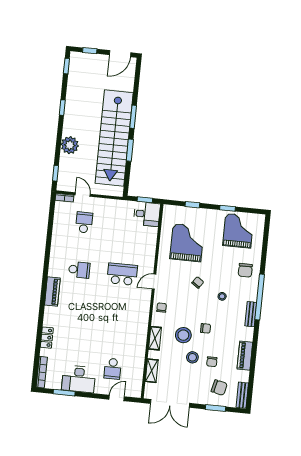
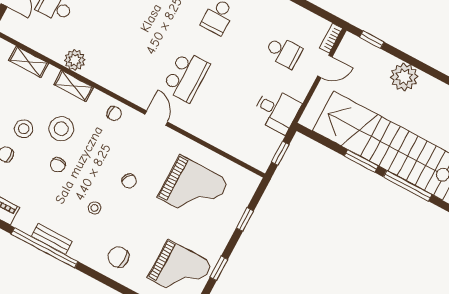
window: (133, 117) -> (408, 186), width x1.44
desk: (147, 214) -> (277, 110), moved, turned -90
window: (260, 297) -> (45, 248), moved
plant: (139, 344) -> (75, 60), added

